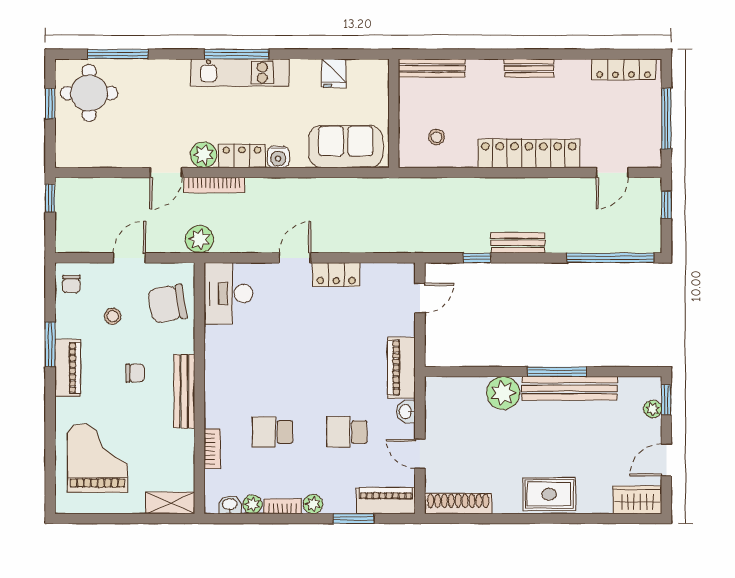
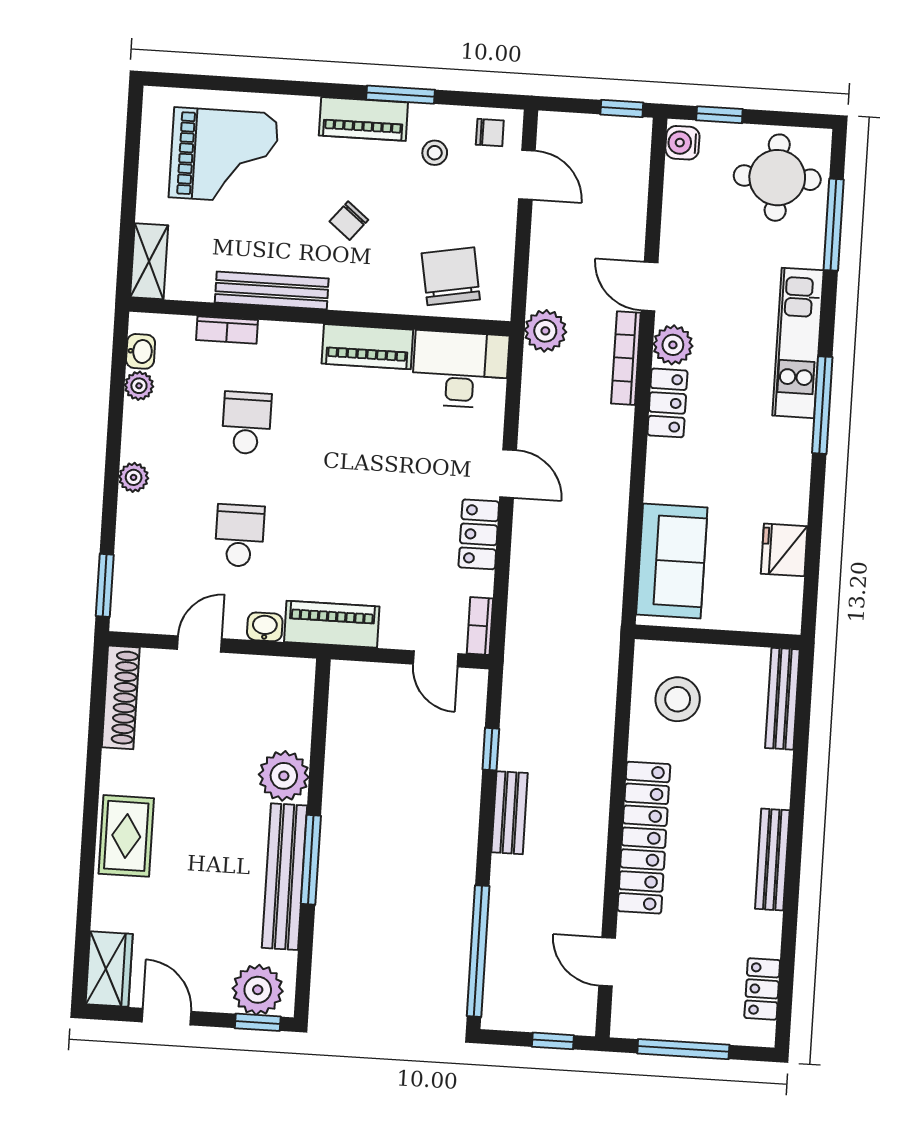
bench: (529, 68) -> (772, 860), width x1.36
locker: (623, 69) -> (762, 989), width x0.66
kitchen unit: (240, 73) -> (798, 343), moved
fridge: (334, 73) -> (784, 550), width x1.38
window: (50, 103) -> (719, 115), moved
stool: (436, 137) -> (678, 699), width x1.89, depth x1.89
water cooler: (278, 157) -> (682, 143), moved
door: (129, 258) -> (527, 175), moved
chair: (71, 284) -> (490, 133), turned 180
stool: (113, 316) -> (435, 153), moved
chair: (135, 373) -> (349, 221), turned 39
bench: (184, 391) -> (272, 291), moved
plant: (653, 409) -> (258, 990), width x1.88, depth x1.88
piano: (386, 501) -> (367, 347), moved, turned 90
bookcase: (283, 506) -> (480, 626), moved, turned 180
window: (354, 519) -> (105, 585), moved

